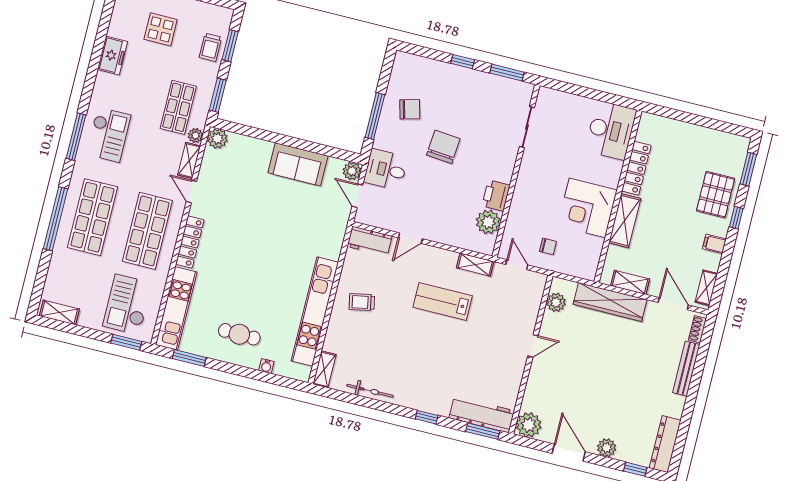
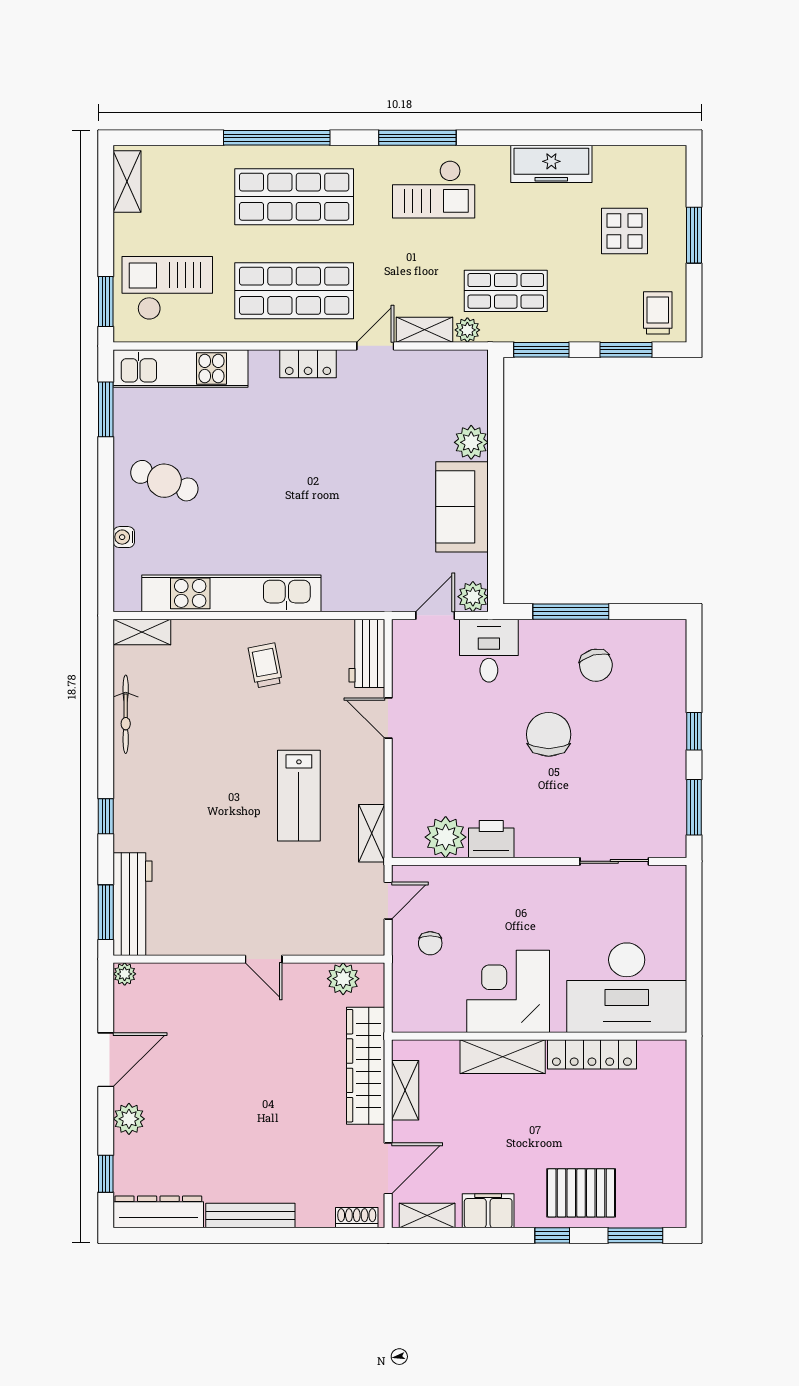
trolley: (210, 47) -> (658, 313), moved, turned 90
freezer: (112, 56) -> (551, 164), width x1.40
desk: (611, 130) -> (627, 988), width x1.36, depth x1.30
plant: (217, 139) -> (471, 442), moved
chair: (443, 147) -> (549, 734), turned -95
locker: (190, 242) -> (308, 364), width x0.66
filing cabinet: (714, 244) -> (488, 1211), width x2.00
lab bench: (443, 301) -> (299, 796), turned 180
cafe table: (239, 334) -> (164, 481), turned -70
bench: (686, 369) -> (250, 1216), moved
plant: (529, 425) -> (125, 974), width x0.53, depth x0.53

